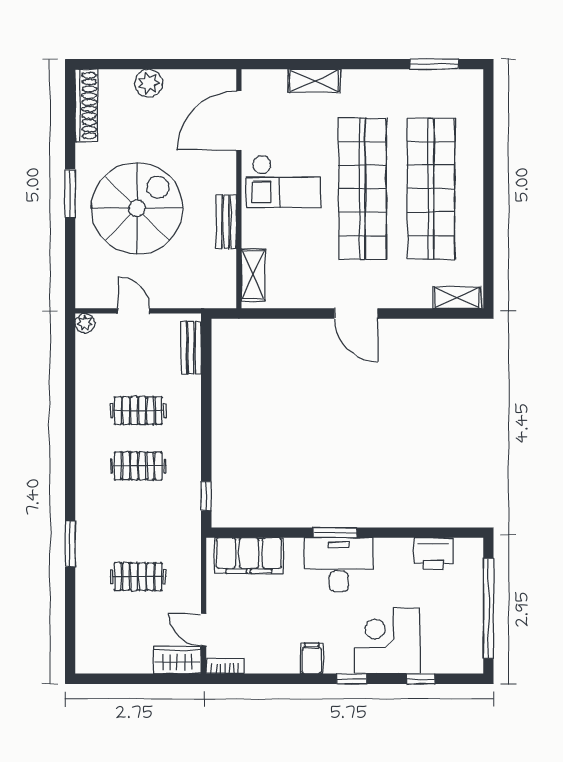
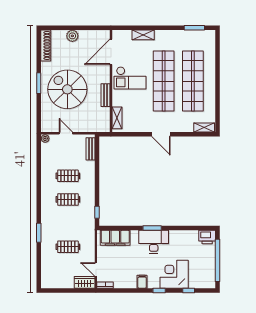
spiral stairs: (137, 208) -> (67, 89), turned -90
printer: (433, 554) -> (207, 237), moved

